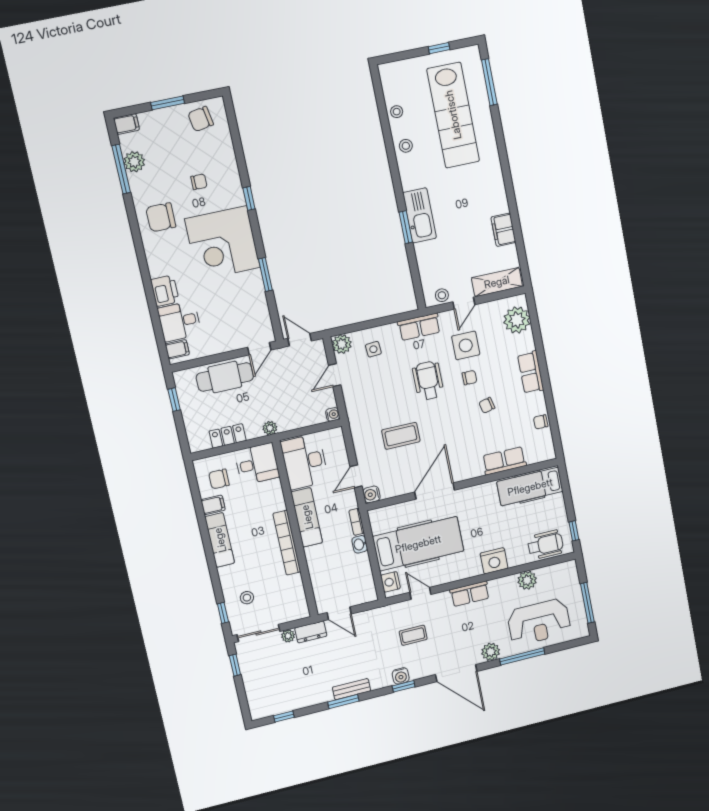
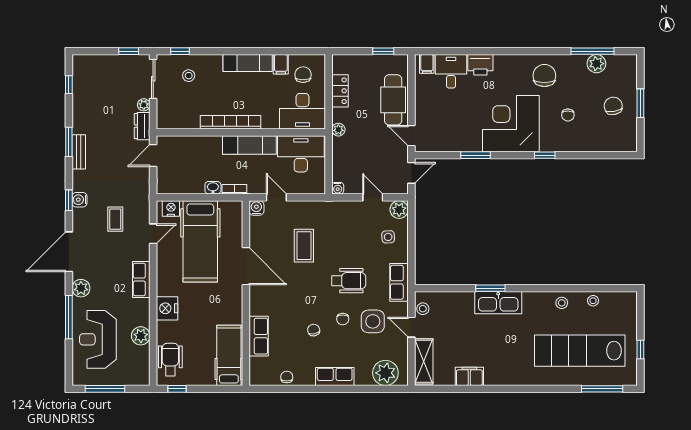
chair: (201, 119) -> (613, 106), moved
filing cabinet: (126, 124) -> (630, 64), removed
desk: (257, 464) -> (303, 111), width x1.37
wheelchair: (545, 545) -> (170, 360), turned 180

